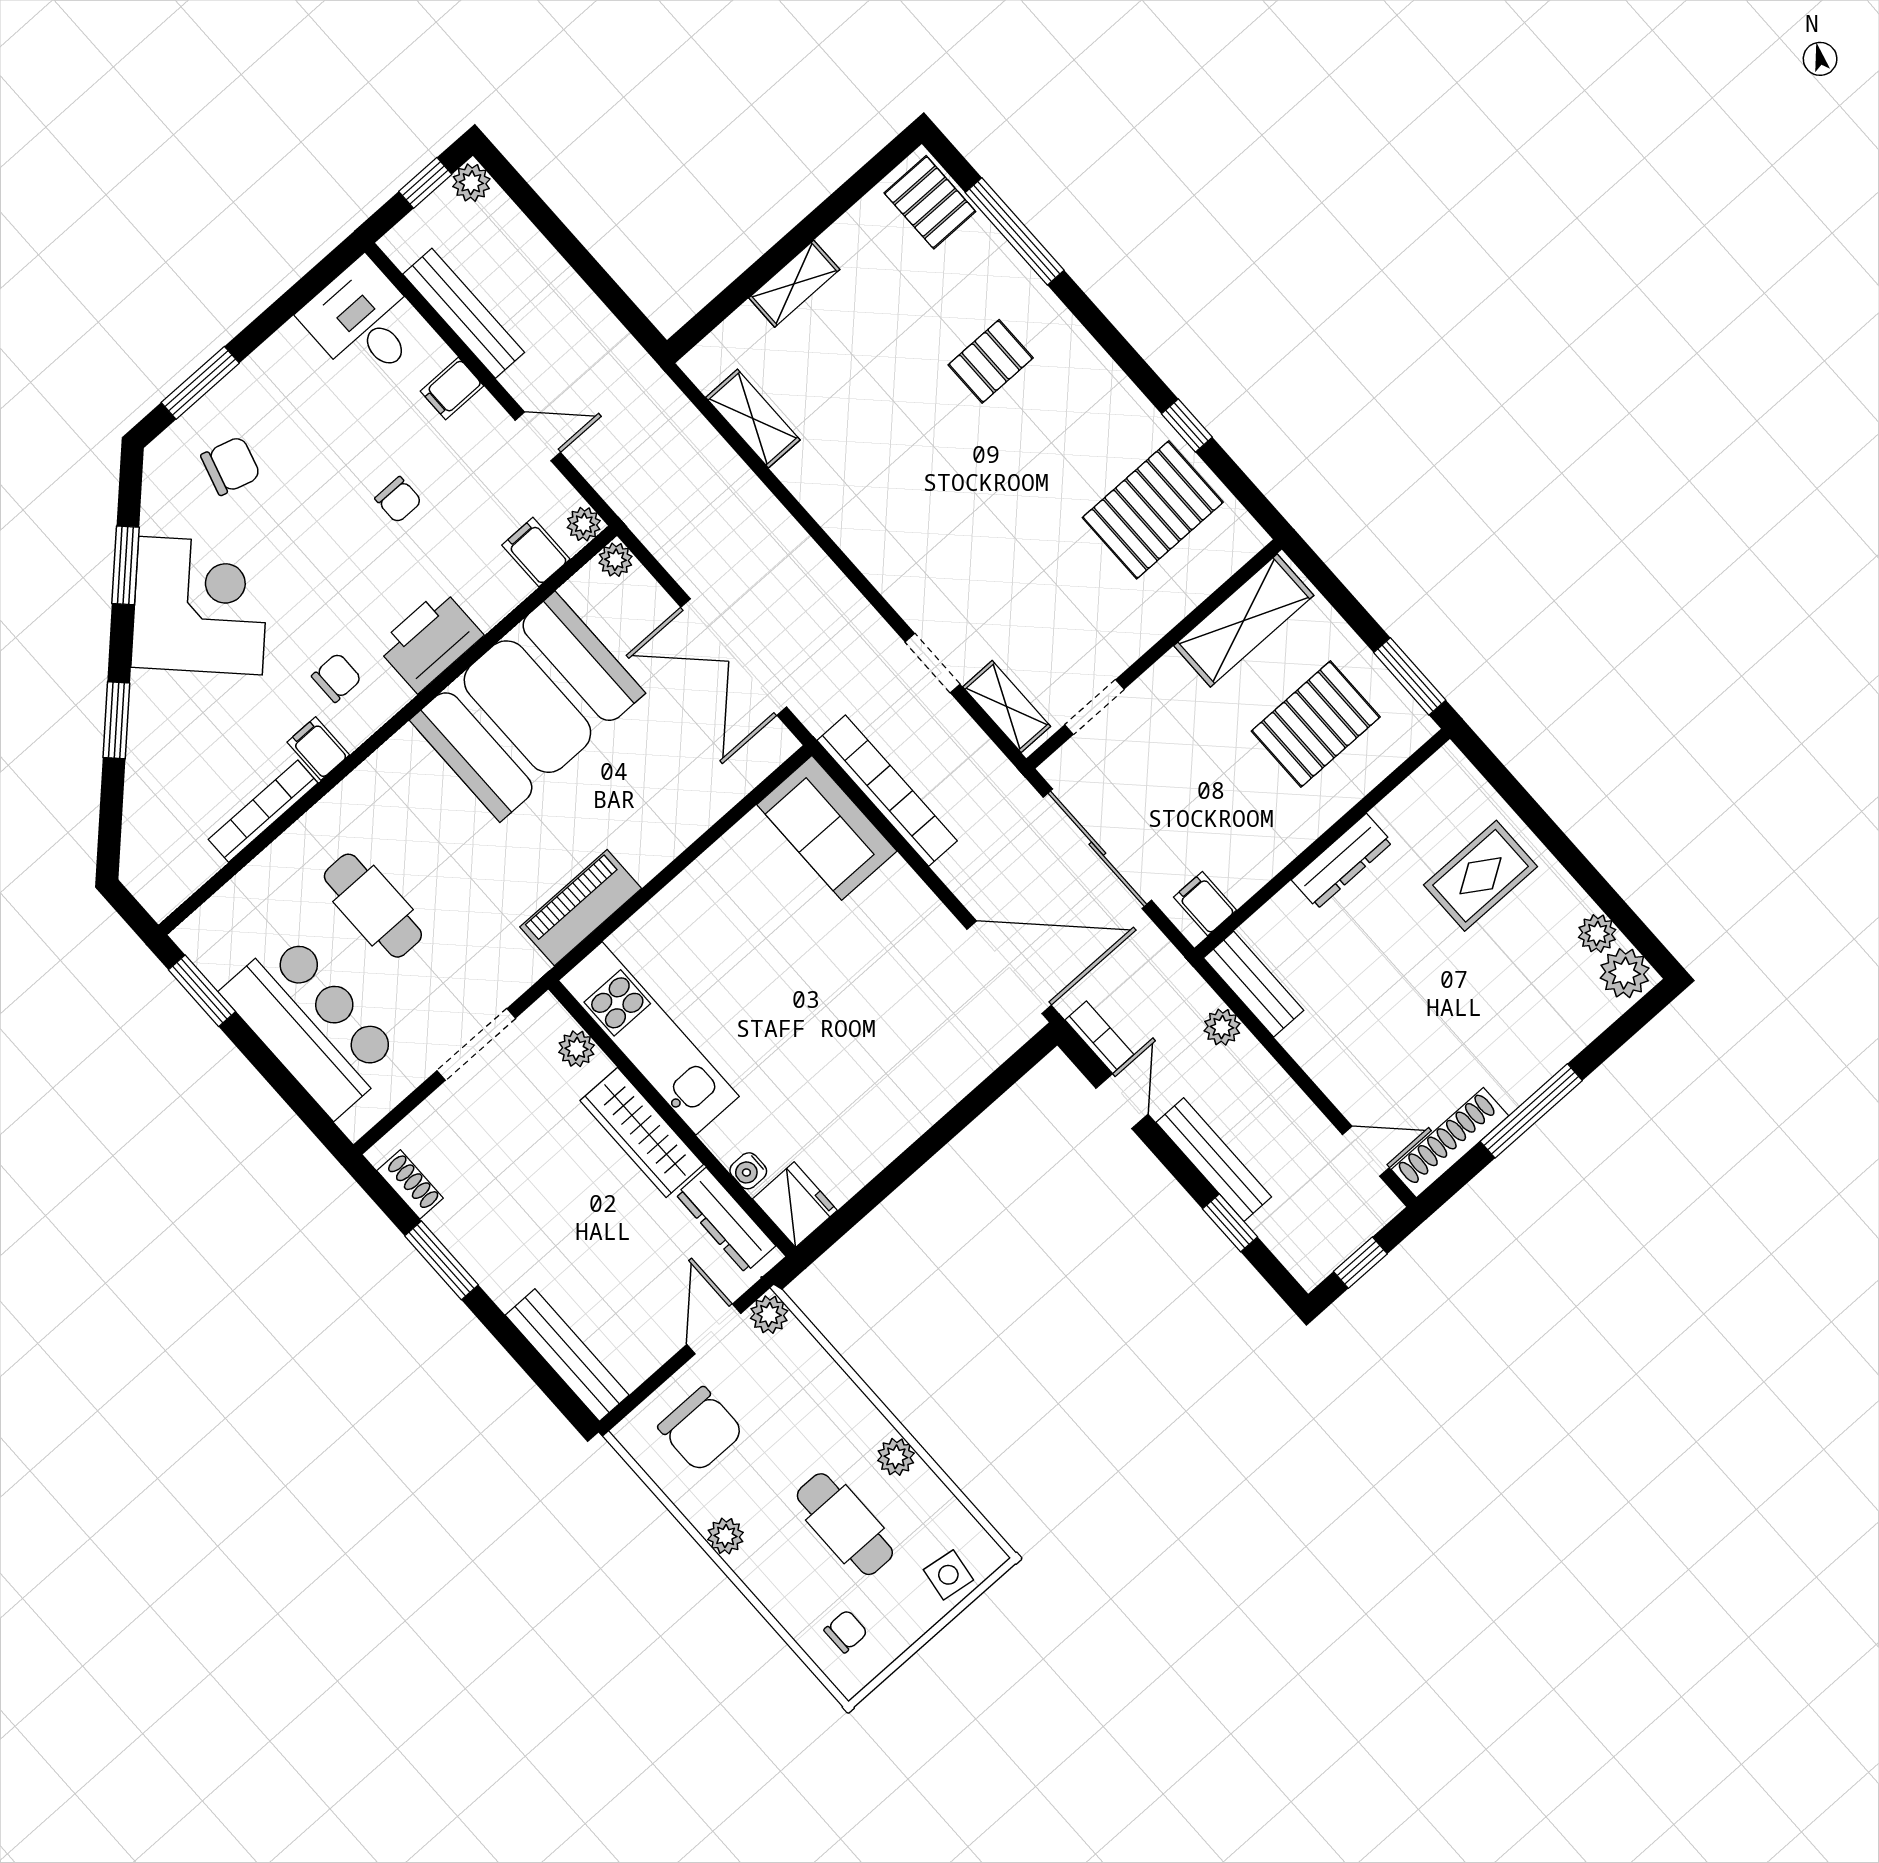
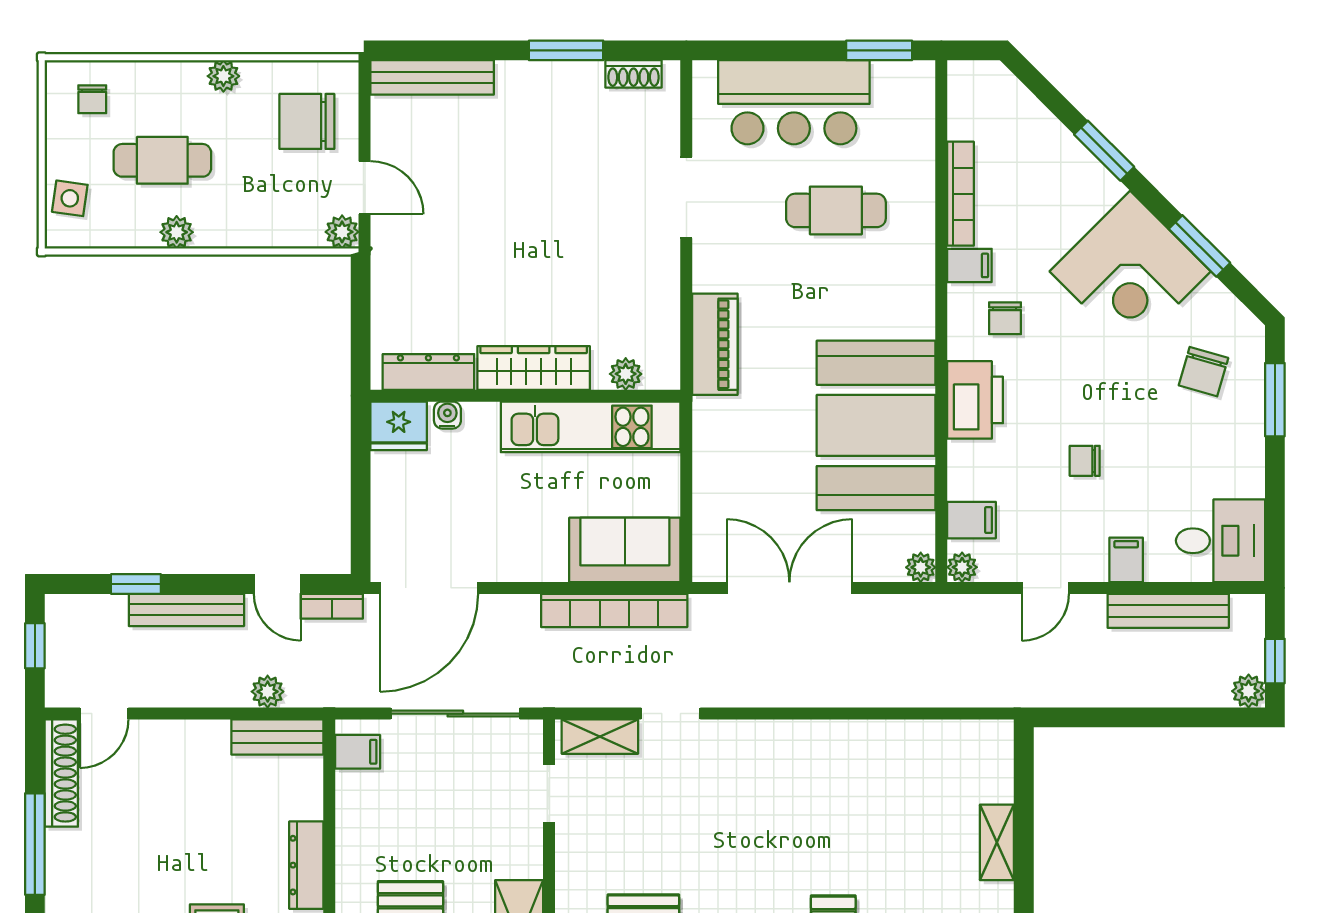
shelving: (753, 419) -> (933, 738), removed
kitchen unit: (649, 1038) -> (591, 427), moved
plant: (577, 1049) -> (626, 374), moved
wall: (672, 1118) -> (525, 396), moved
wardrobe: (642, 1133) -> (534, 368), moved
water cooler: (748, 1171) -> (447, 415), moved
fridge: (795, 1205) -> (399, 426), moved
dresser: (726, 1220) -> (428, 372), moved

